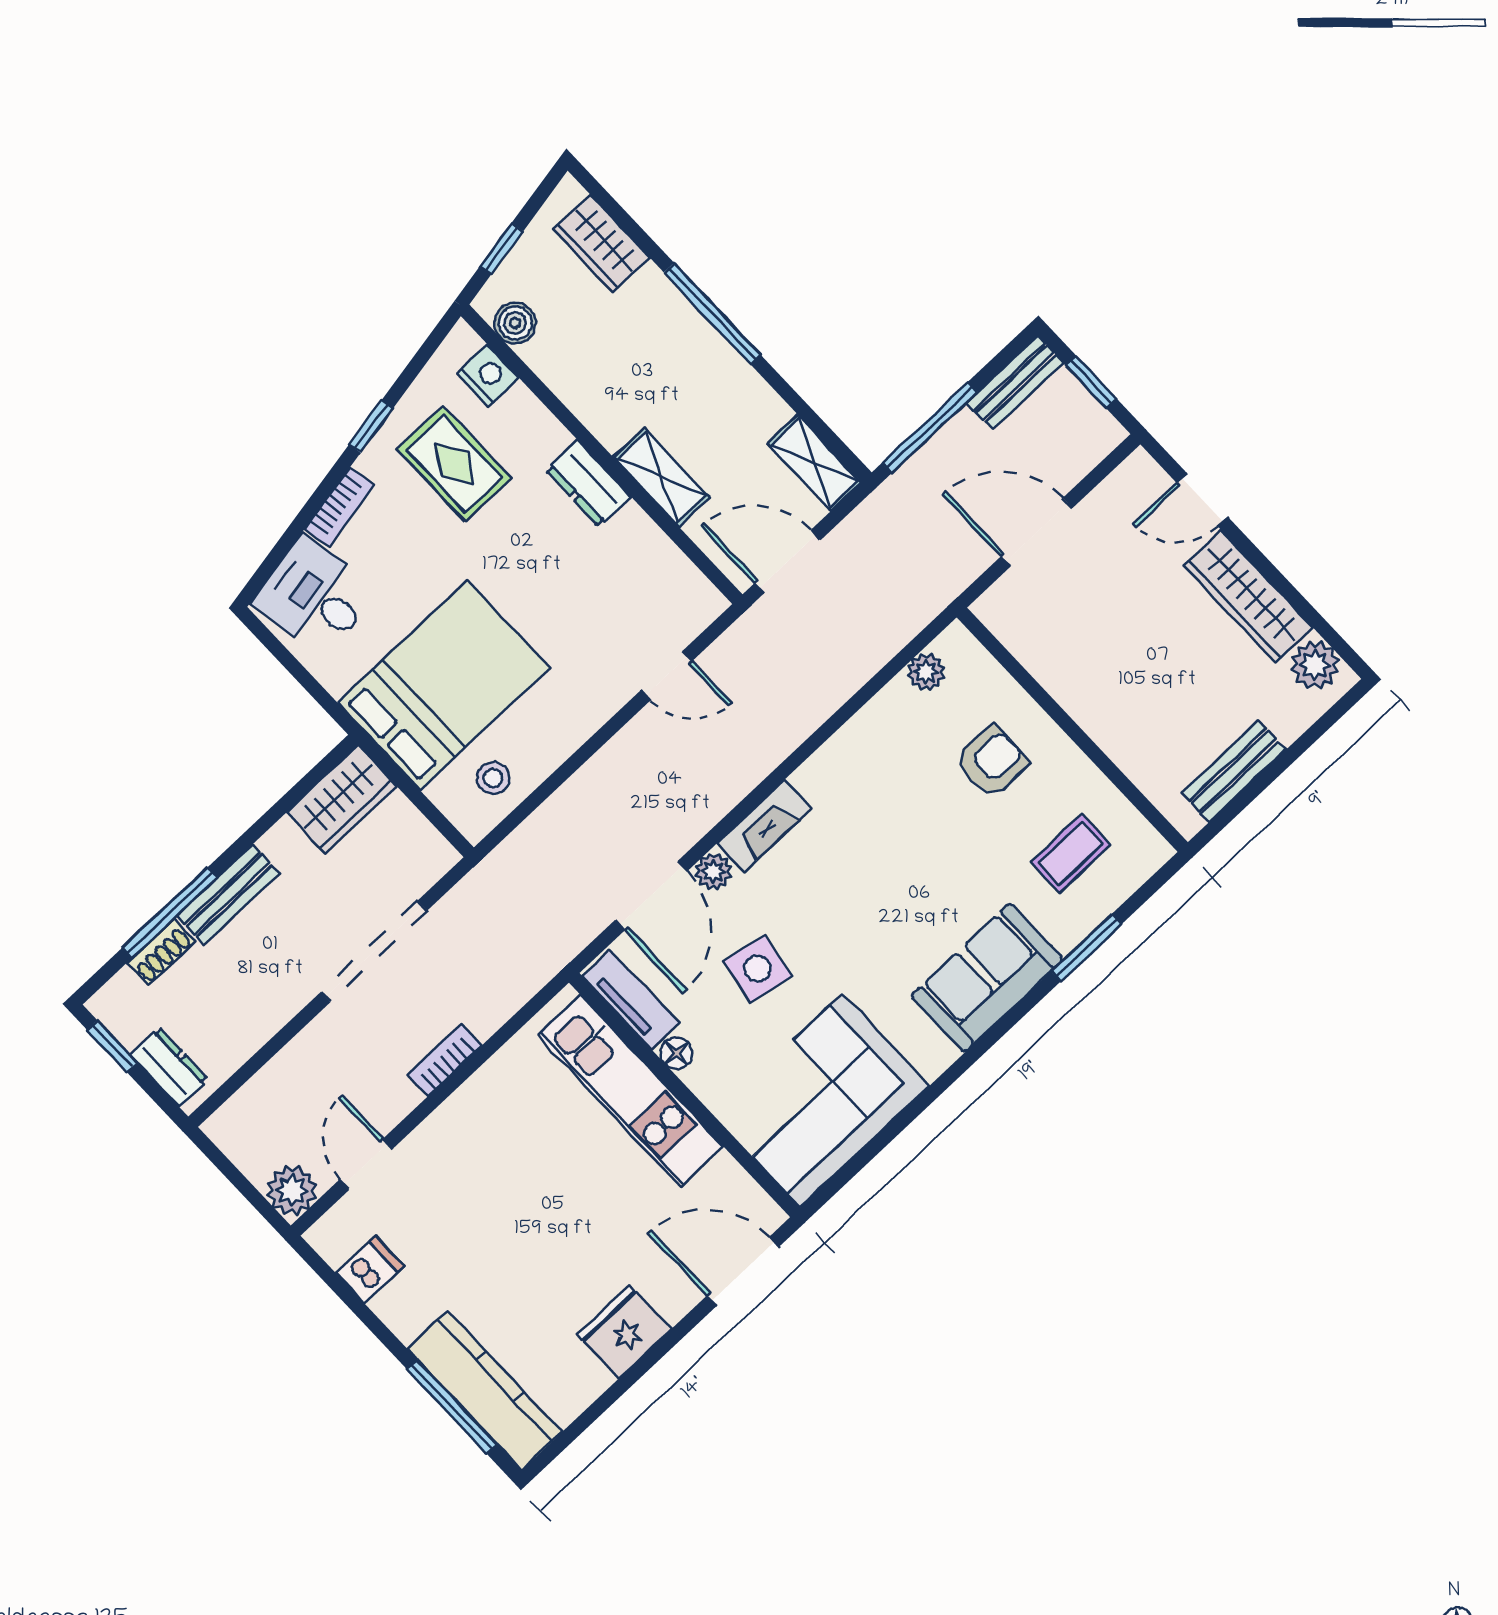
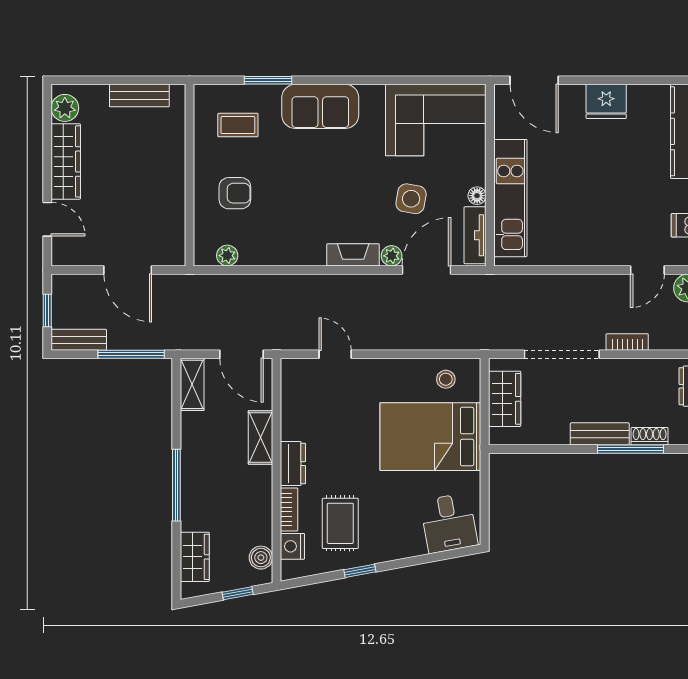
bookcase: (340, 507) -> (289, 510), moved, turned 100
armchair: (992, 762) -> (235, 193), turned 180
wardrobe: (342, 799) -> (505, 399), moved, turned 90
bookcase: (445, 1060) -> (627, 342), moved, turned 180

